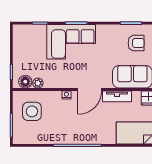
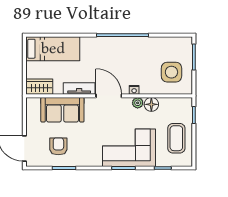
armchair: (136, 43) -> (58, 146), turned 90
coffee table: (28, 51) -> (176, 138), added
floor lamp: (25, 82) -> (151, 104), moved
plant: (38, 83) -> (138, 103), moved
door: (90, 89) -> (109, 96), hinge flipped

